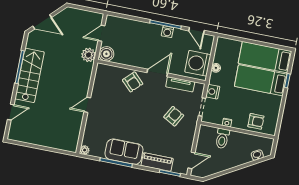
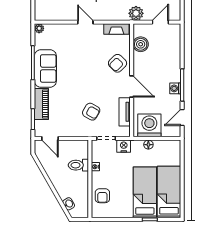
door: (101, 33) -> (160, 22), hinge flipped
boiler: (106, 54) -> (141, 44), moved
fireplace: (100, 77) -> (116, 29), added

